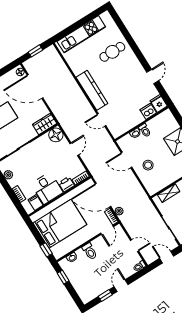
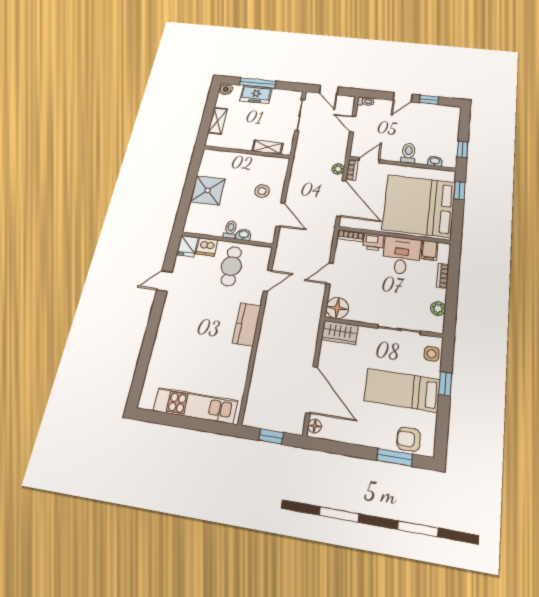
cafe table: (112, 52) -> (231, 266), moved, turned 90
kitchen counter: (92, 90) -> (247, 324), width x0.67
door: (101, 120) -> (268, 281), hinge flipped
bed: (60, 224) -> (419, 206), width x1.36

